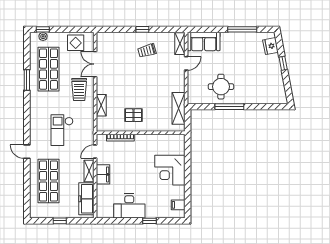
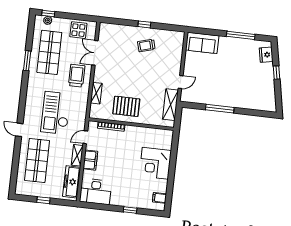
shelving: (180, 44) -> (179, 42), removed
door: (186, 63) -> (181, 82), moved
round table: (221, 87) -> (214, 88), removed
trolley: (79, 90) -> (77, 76), turned 180
pallet: (133, 115) -> (126, 106), width x1.50, depth x1.42
checkout: (62, 130) -> (56, 113), width x1.36, depth x1.21
desk: (129, 206) -> (95, 192), moved

